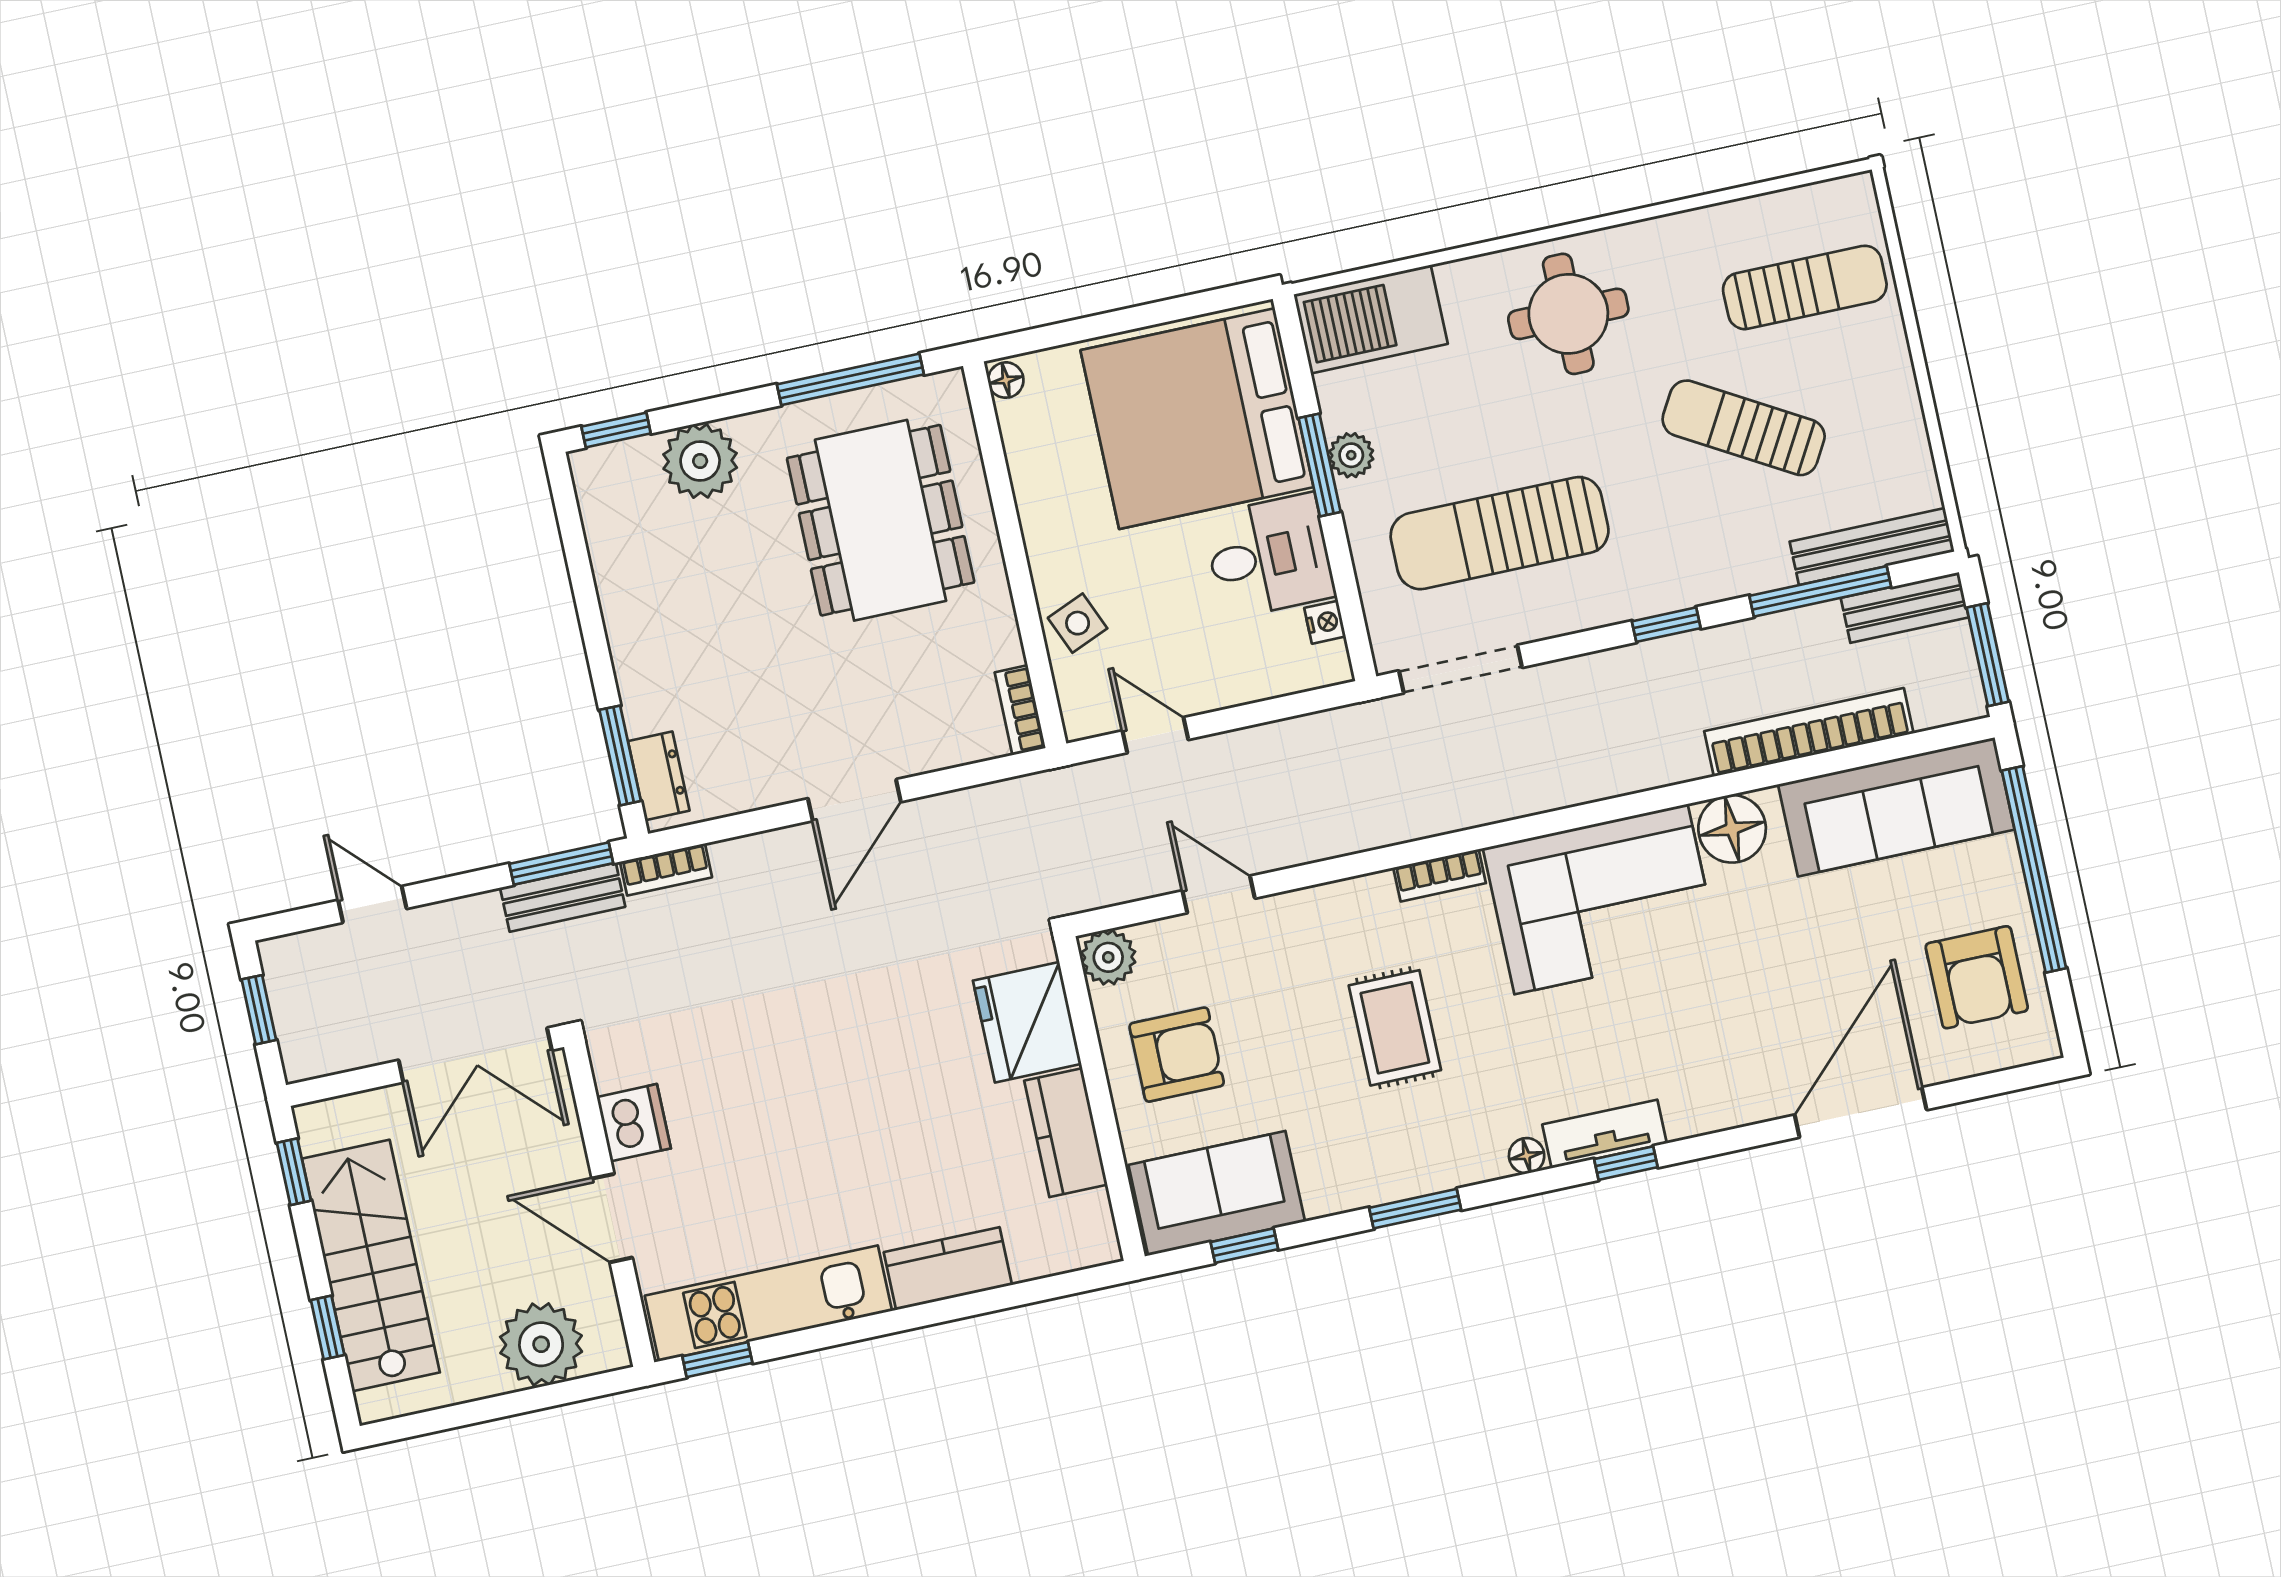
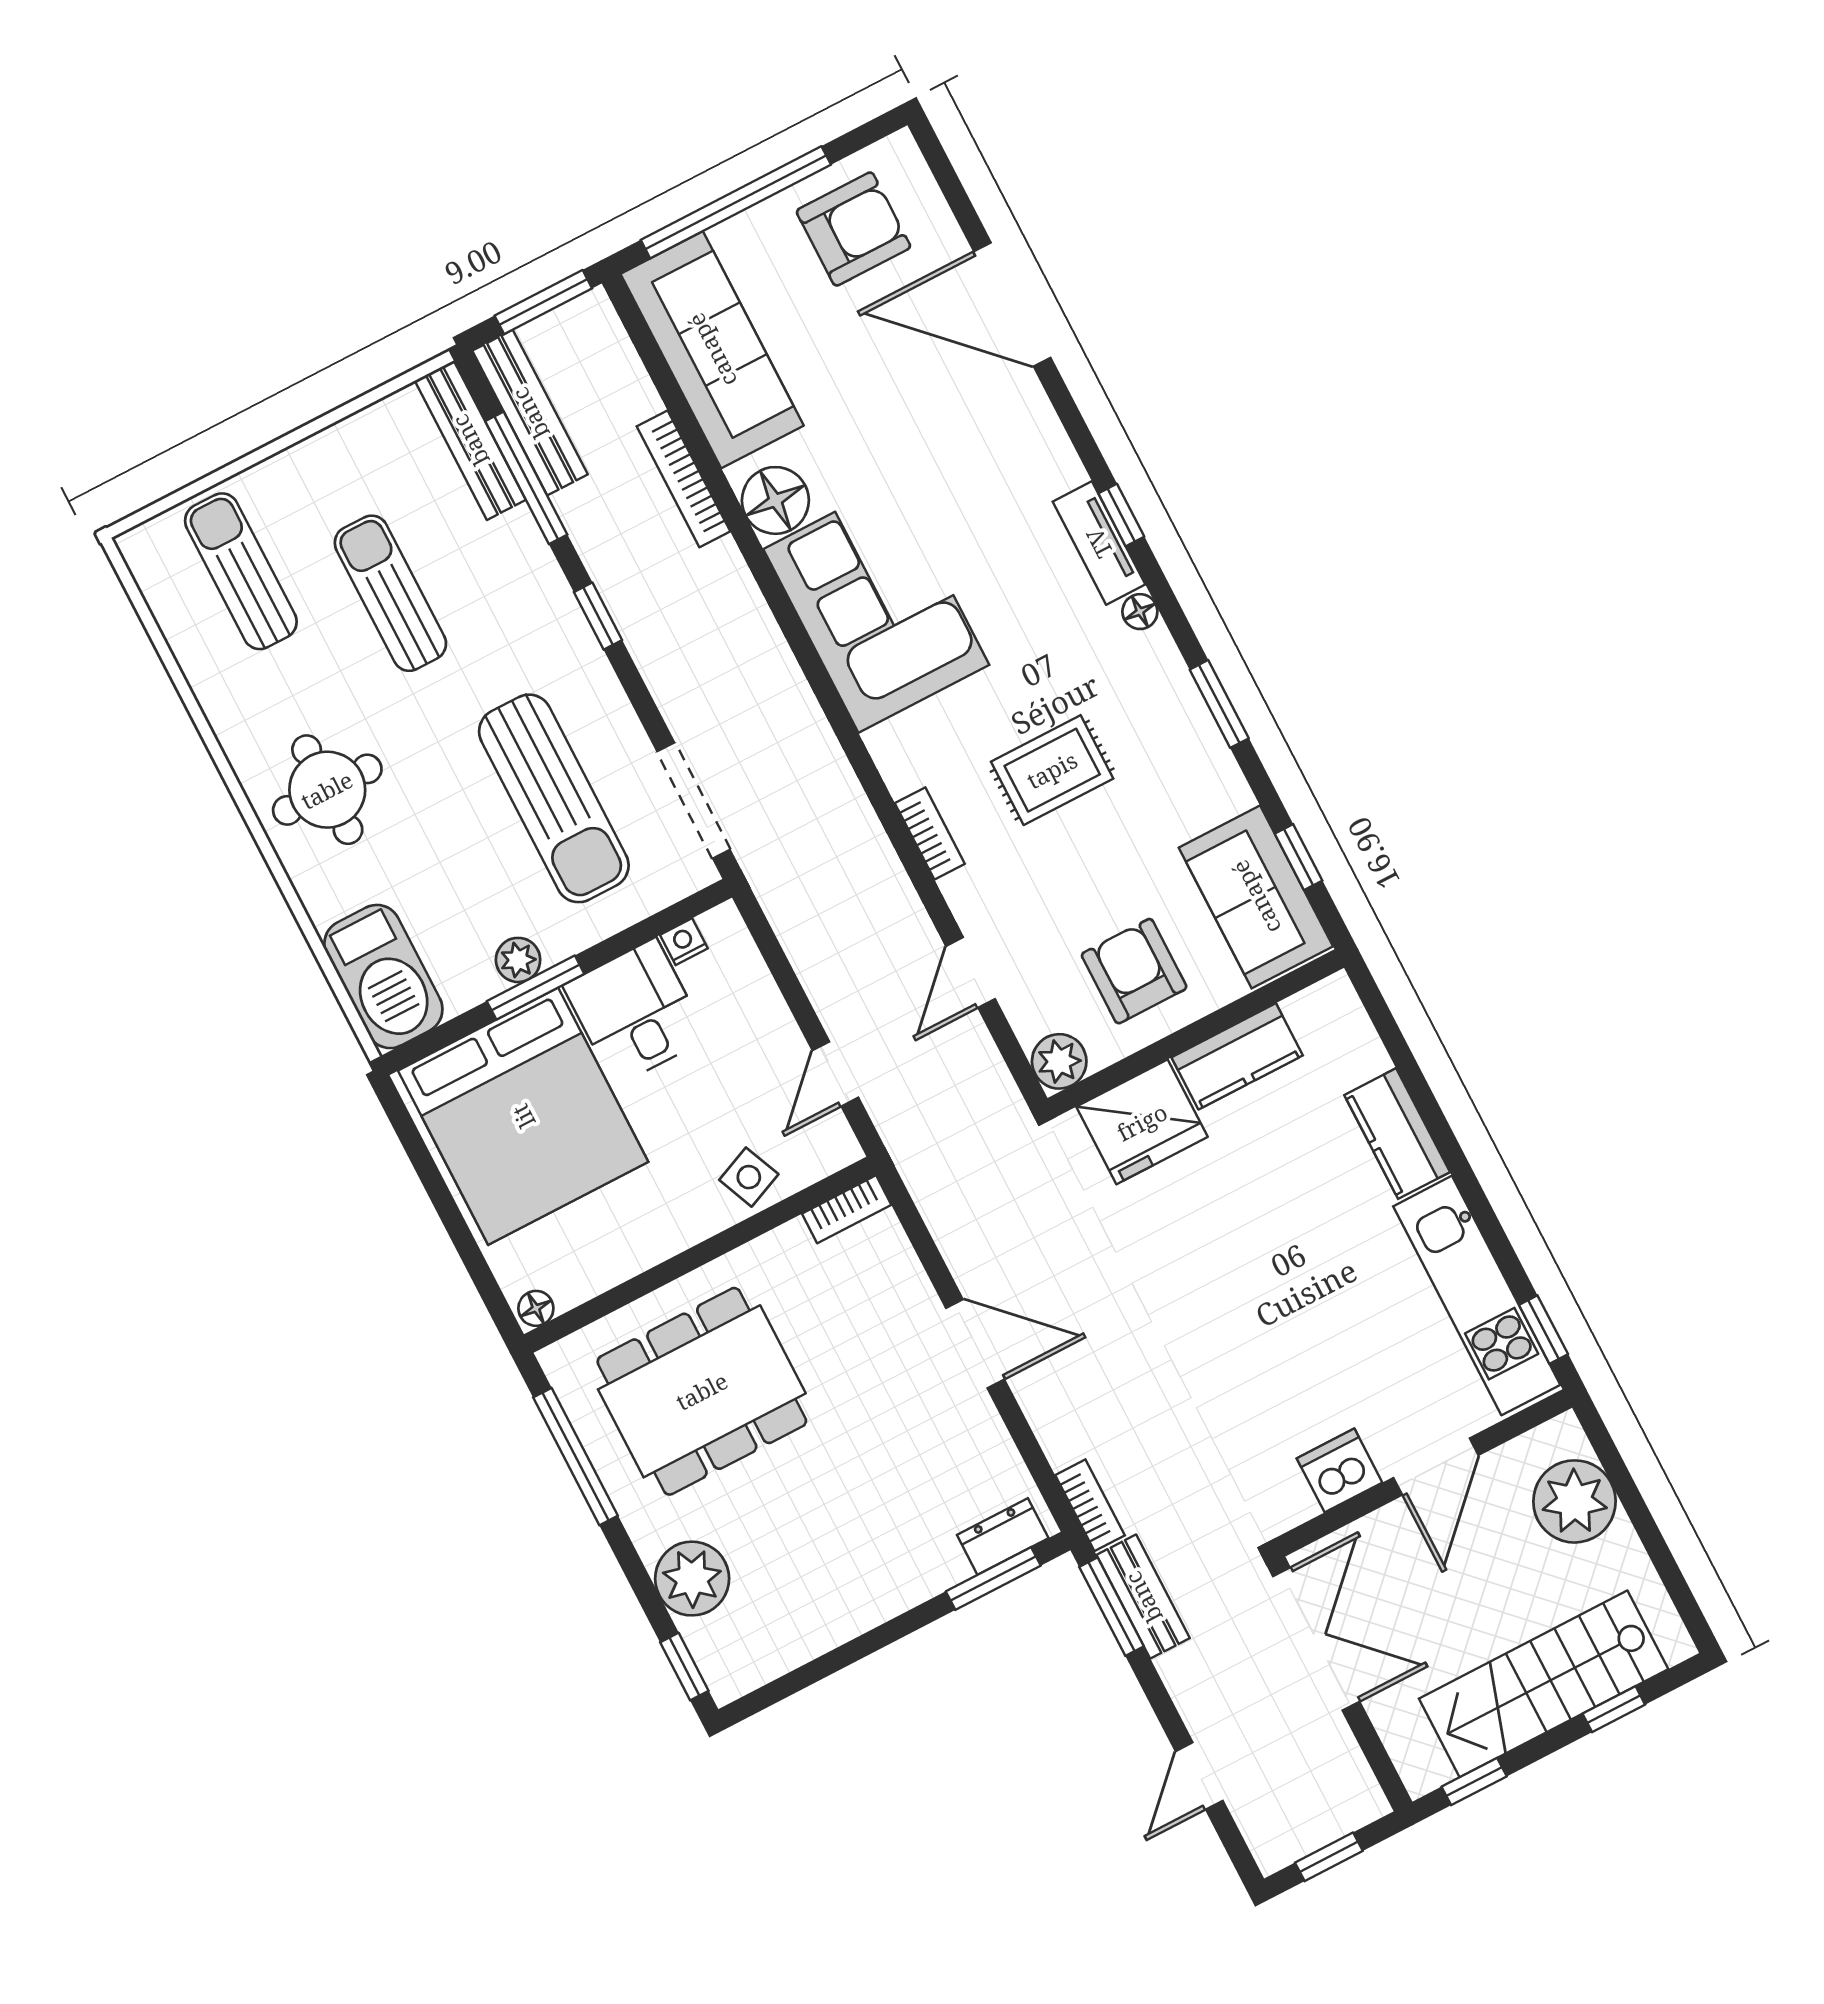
sun lounger: (1744, 428) -> (390, 593), turned 150
bench: (1905, 608) -> (530, 413), width x1.36
bookcase: (1809, 732) -> (683, 479), width x0.68, depth x0.76
bookcase: (1440, 875) -> (930, 833), moved

